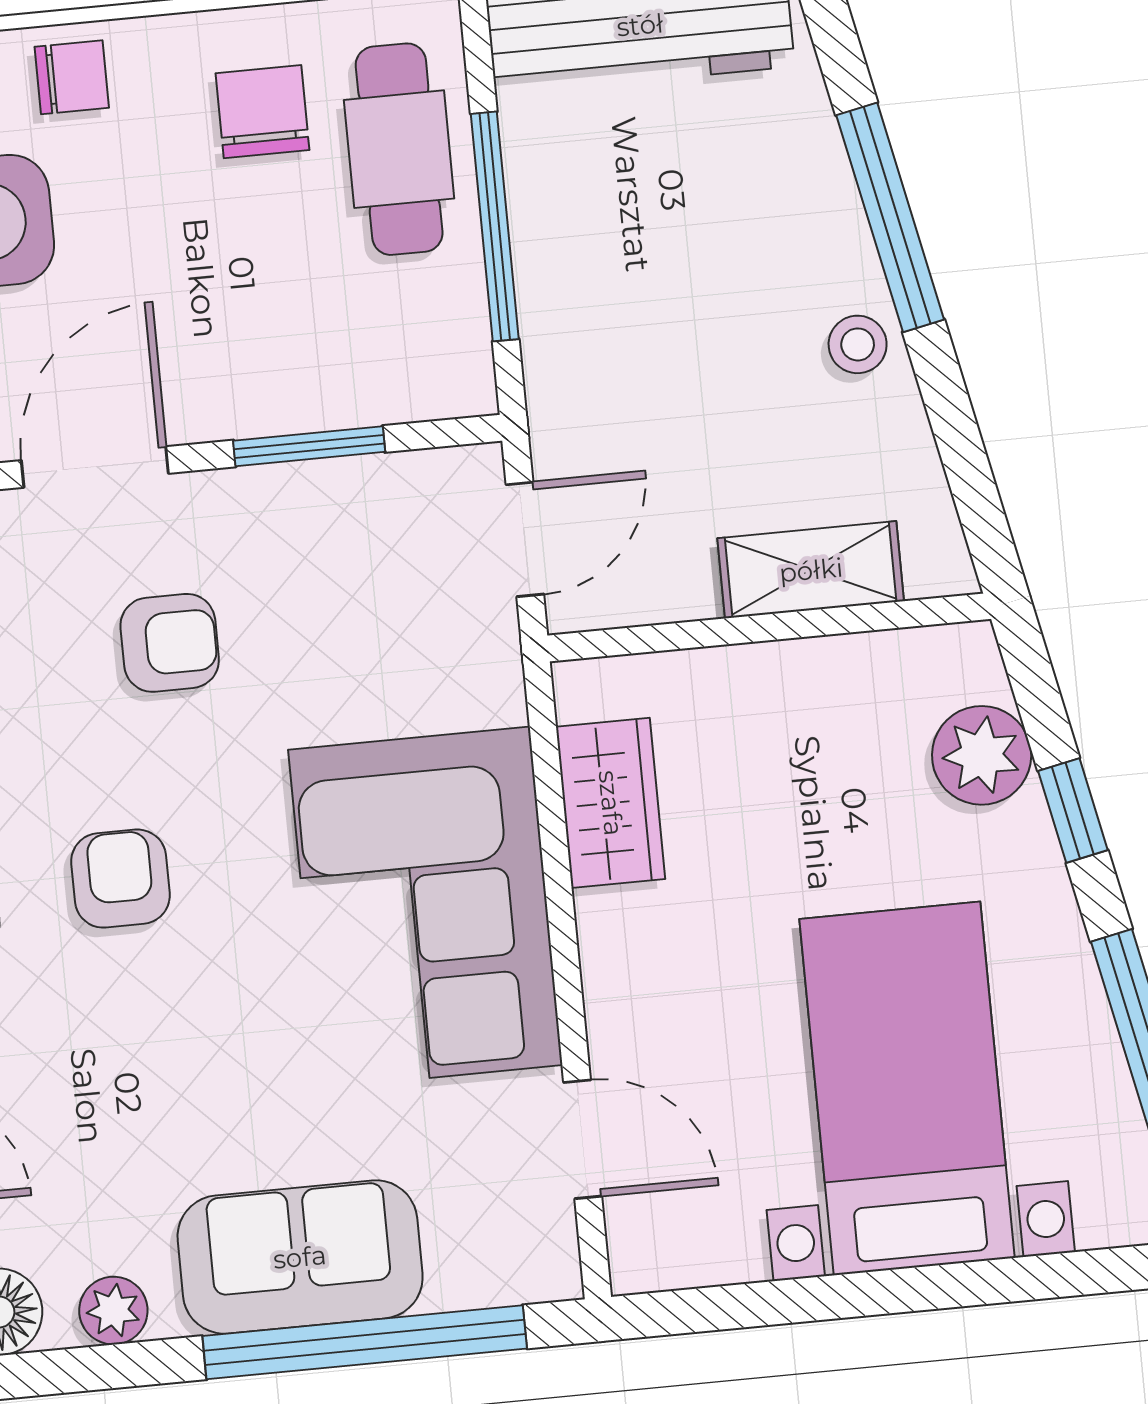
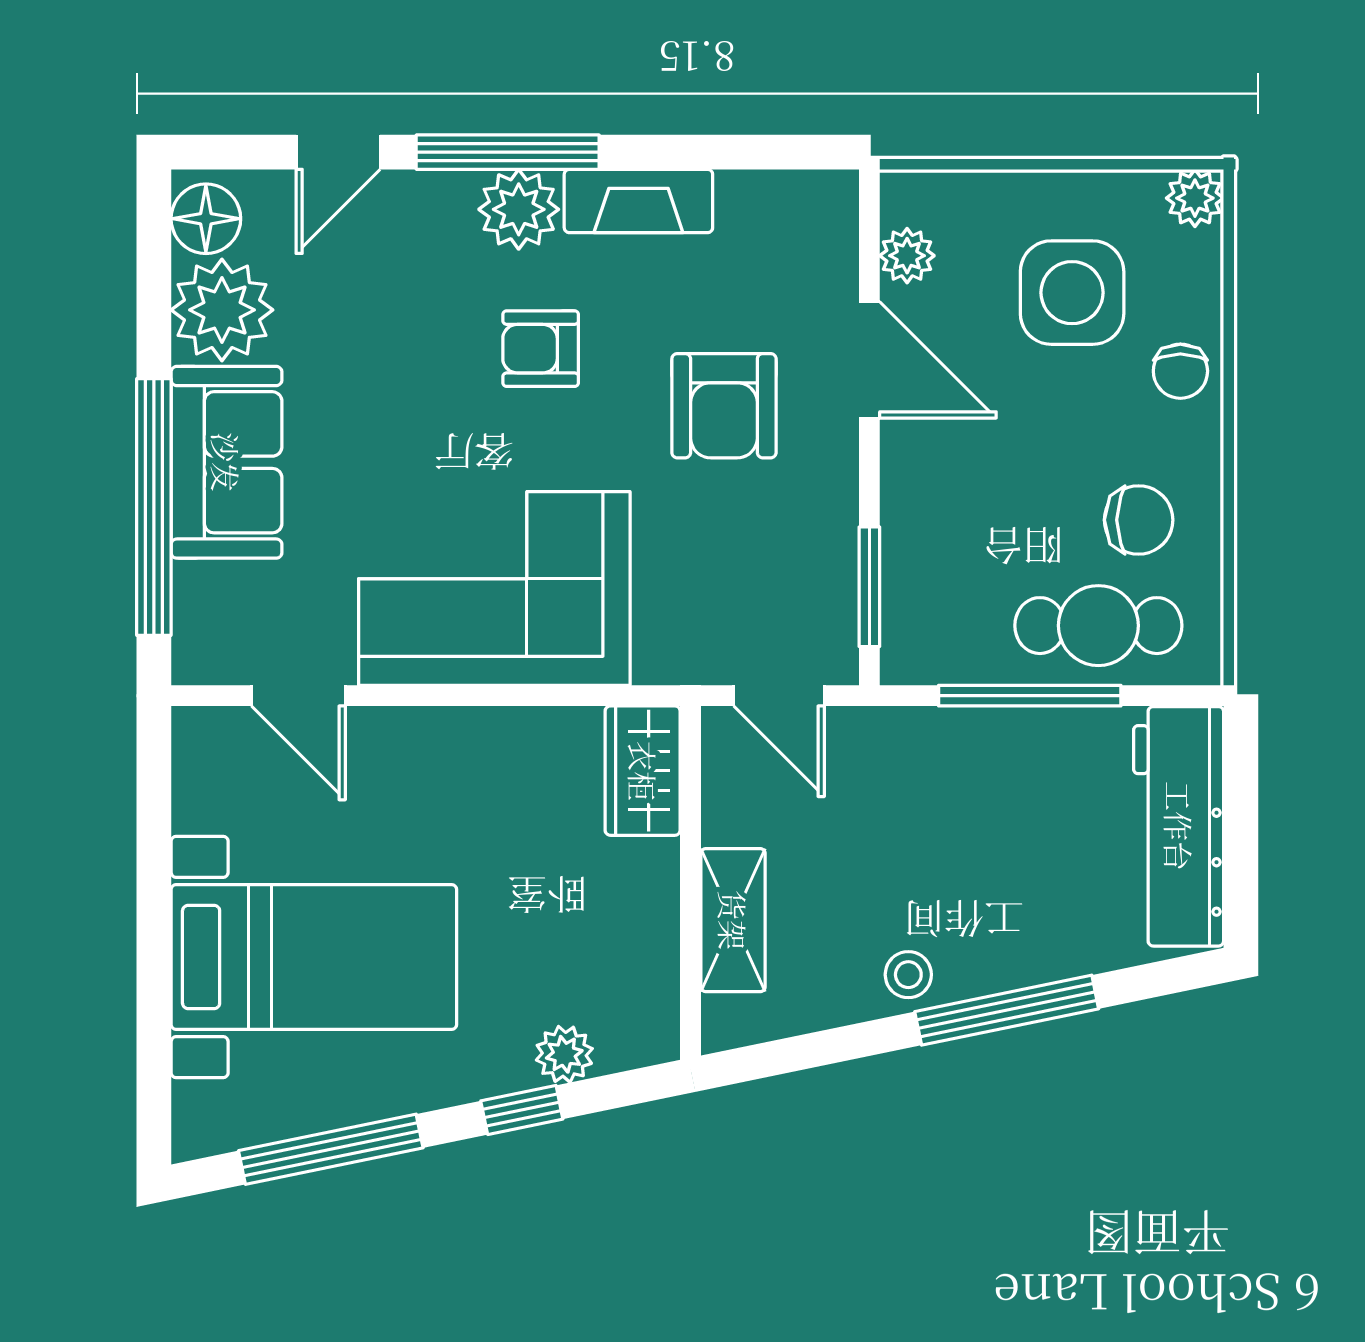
window: (309, 446) -> (869, 587), moved
armchair: (170, 643) -> (724, 406), width x1.38, depth x1.38
plant: (982, 755) -> (564, 1054), width x0.73, depth x0.73
wardrobe: (611, 803) -> (643, 771), moved, turned 90
armchair: (120, 879) -> (541, 349), turned 180
door: (583, 1139) -> (298, 696), hinge flipped
plant: (113, 1311) -> (222, 310), width x1.87, depth x1.87

